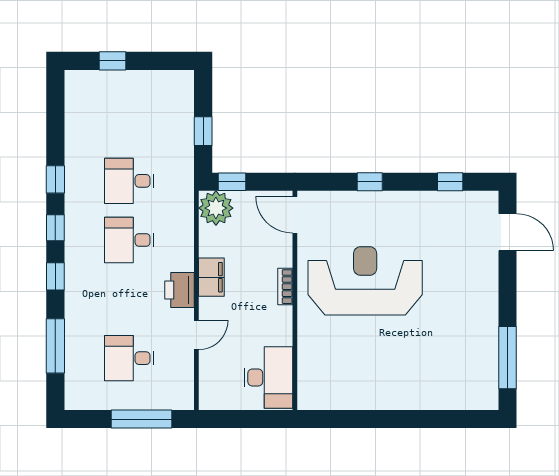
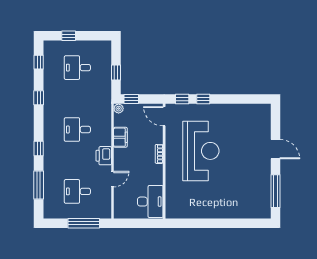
desk: (129, 181) -> (77, 68), moved
window: (450, 182) -> (182, 99), moved
plant: (216, 208) -> (119, 109), width x0.53, depth x0.53
window: (55, 228) -> (39, 62), moved
door: (508, 232) -> (276, 149), moved
filing cabinet: (211, 277) -> (120, 137), moved
reception desk: (365, 281) -> (201, 151), turned 90

